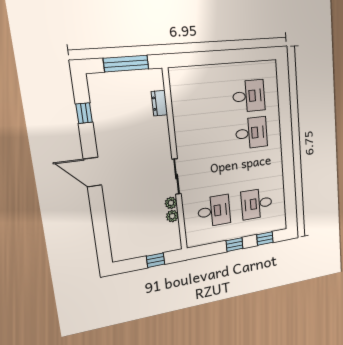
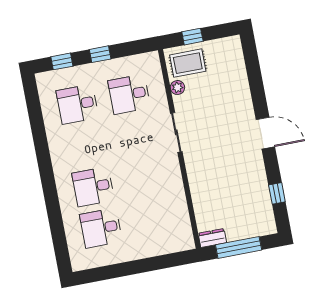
dresser: (159, 103) -> (212, 238), moved, turned -90
plant: (171, 203) -> (180, 103), removed
desk: (257, 204) -> (77, 104), turned 180
rug: (161, 237) -> (188, 63), added

